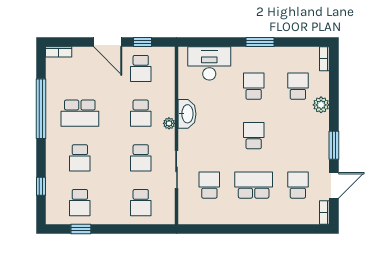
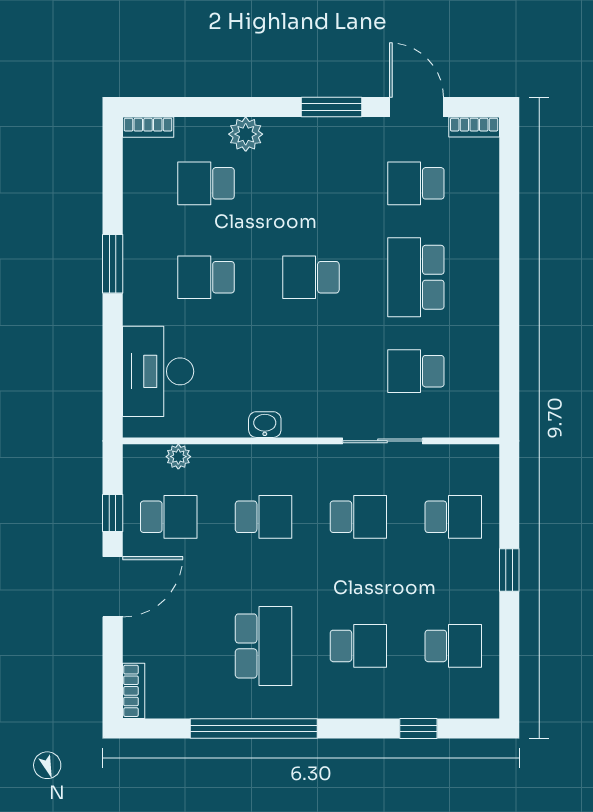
washbasin: (187, 114) -> (265, 425), width x0.52, depth x0.69
plant: (169, 123) -> (178, 457), moved
window: (81, 229) -> (509, 570), moved

